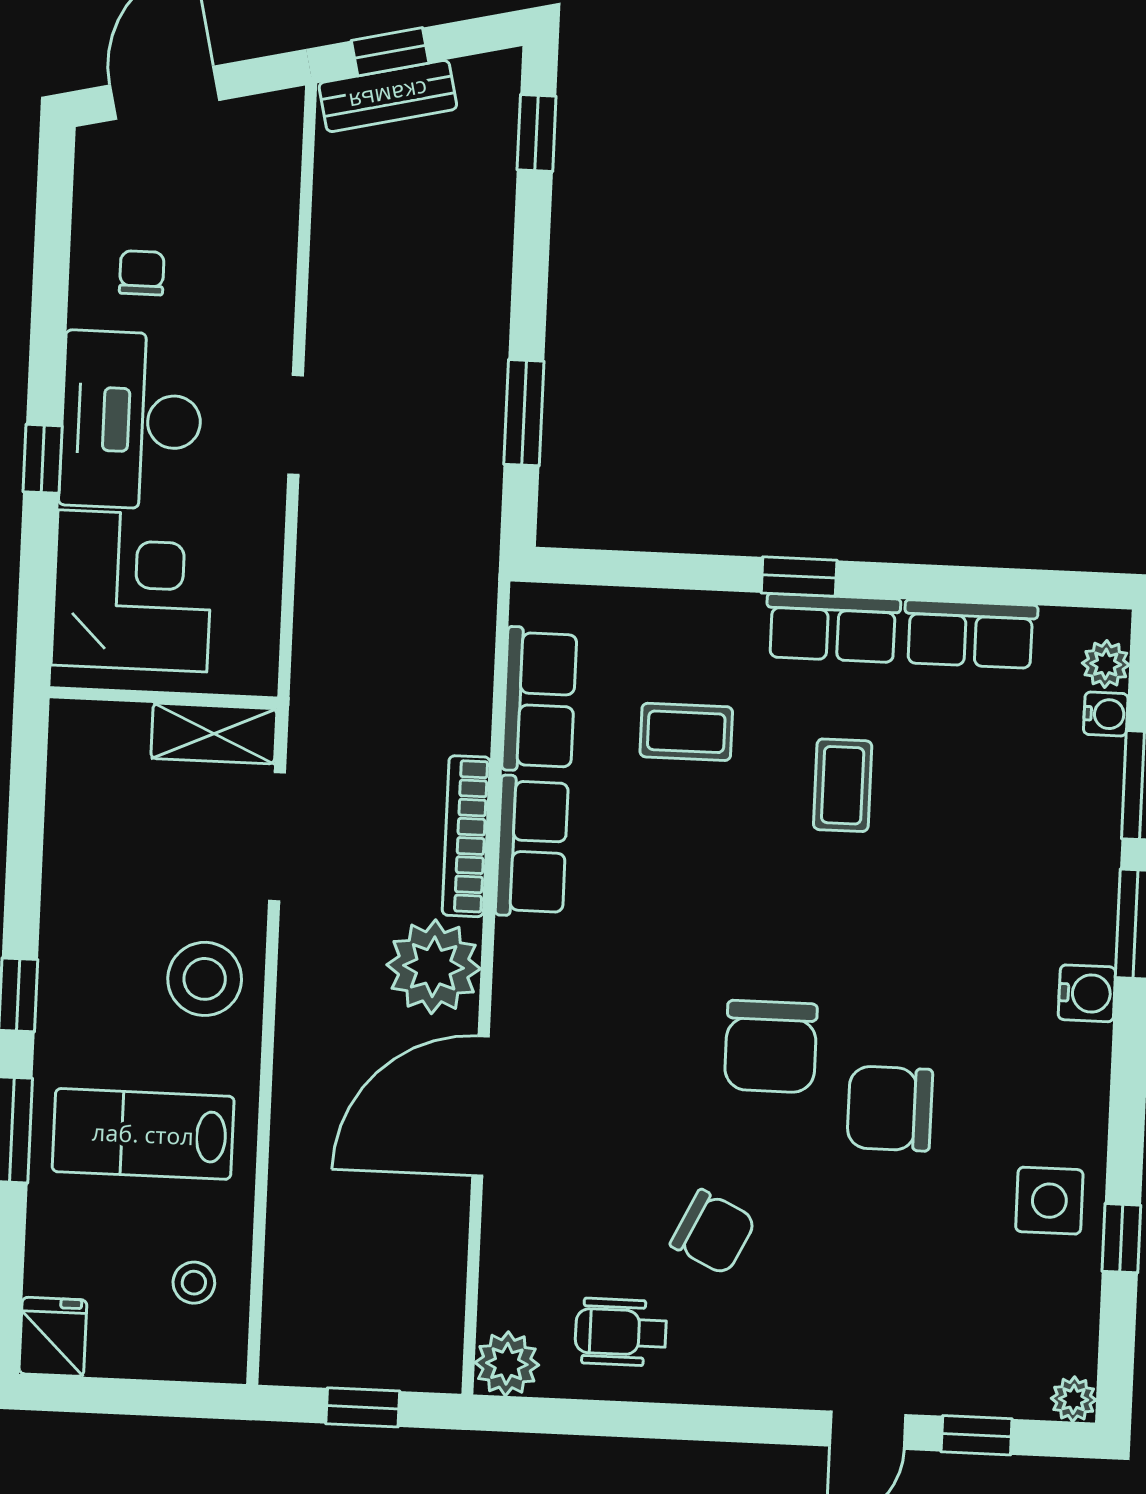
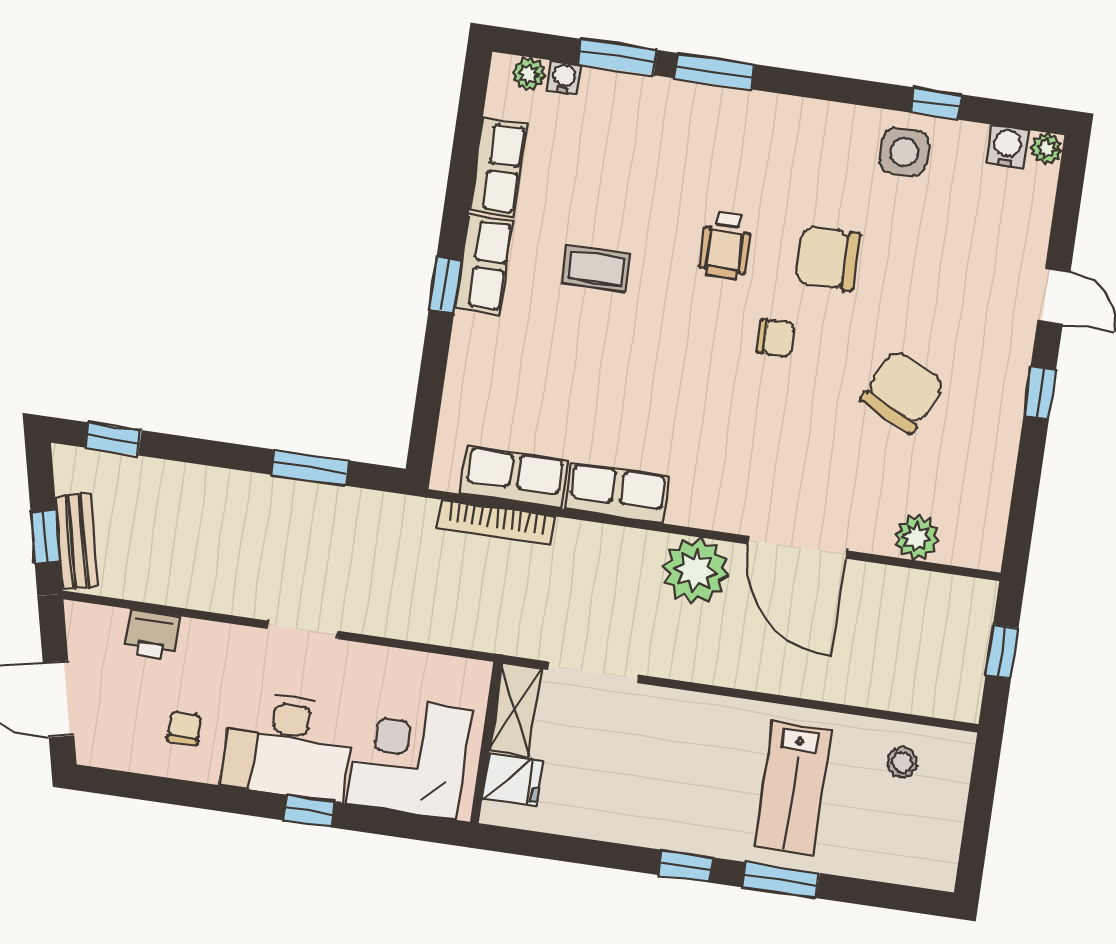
printer: (268, 214) -> (152, 634), added
chair: (142, 273) -> (184, 728), turned 90
coffee table: (686, 732) -> (547, 375), removed
bookcase: (466, 836) -> (496, 522), moved
stool: (205, 979) -> (688, 733), removed
water cooler: (1087, 993) -> (1007, 147), moved
chair: (771, 1047) -> (776, 338), width x0.54, depth x0.54
chair: (890, 1109) -> (828, 258), turned 90
chair: (713, 1232) -> (903, 392), width x1.37, depth x1.37
wheelchair: (621, 1332) -> (725, 245), moved
fridge: (53, 1337) -> (512, 780), moved, turned 180
plant: (507, 1364) -> (917, 537), moved
window: (977, 1435) -> (1040, 393), moved

